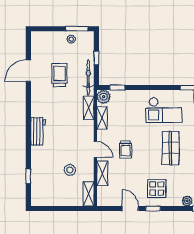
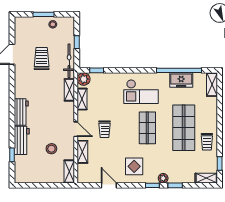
window: (77, 29) -> (43, 14), moved
workbench: (39, 161) -> (22, 140), added
window: (153, 208) -> (152, 185), moved

